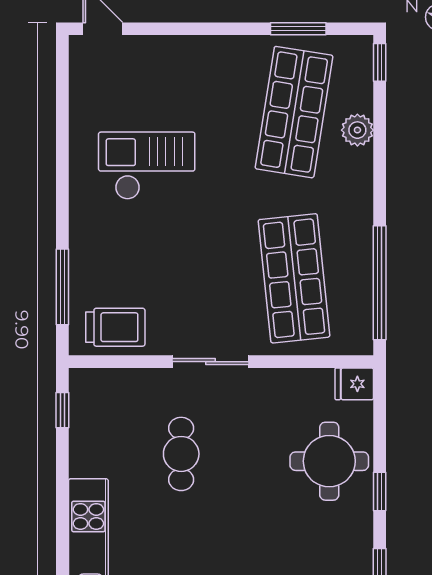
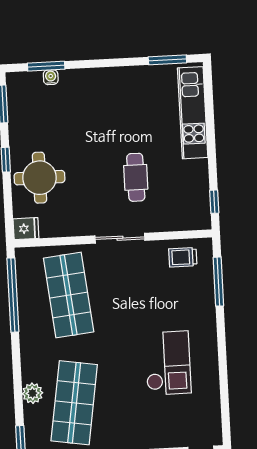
checkout: (147, 166) -> (168, 363), turned -90
trolley: (115, 327) -> (183, 257), width x0.73, depth x0.72

